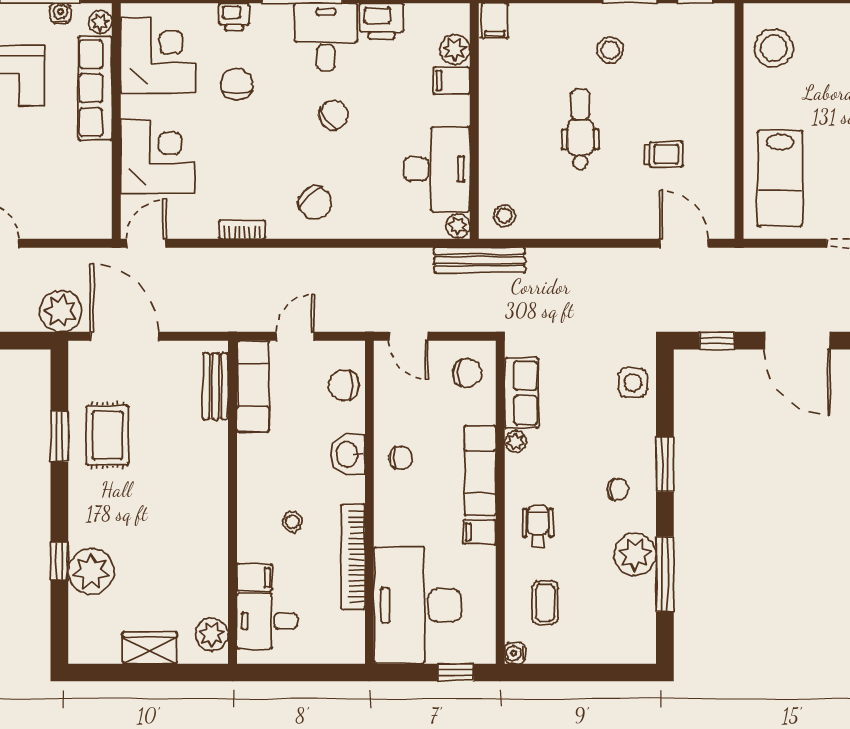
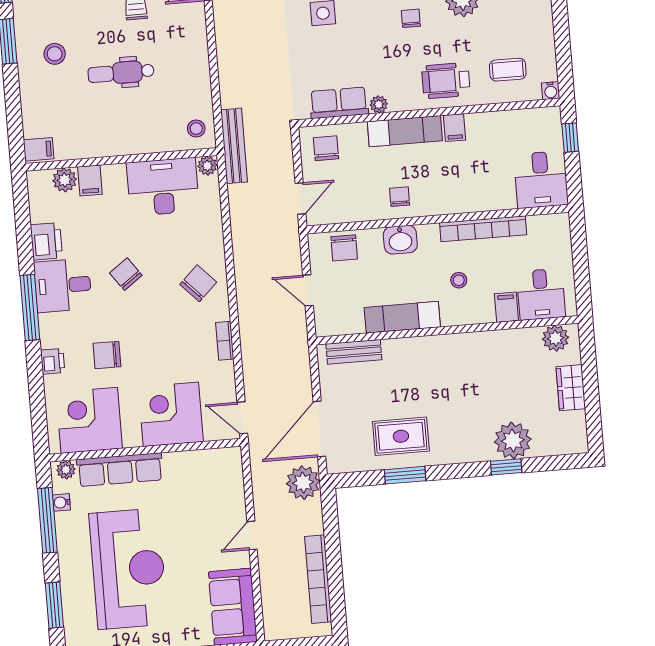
exam couch: (253, 386) -> (402, 317), moved
wheelchair: (538, 526) -> (446, 81), width x1.36, depth x1.37
desk: (417, 605) -> (541, 180), width x0.53, depth x0.77

